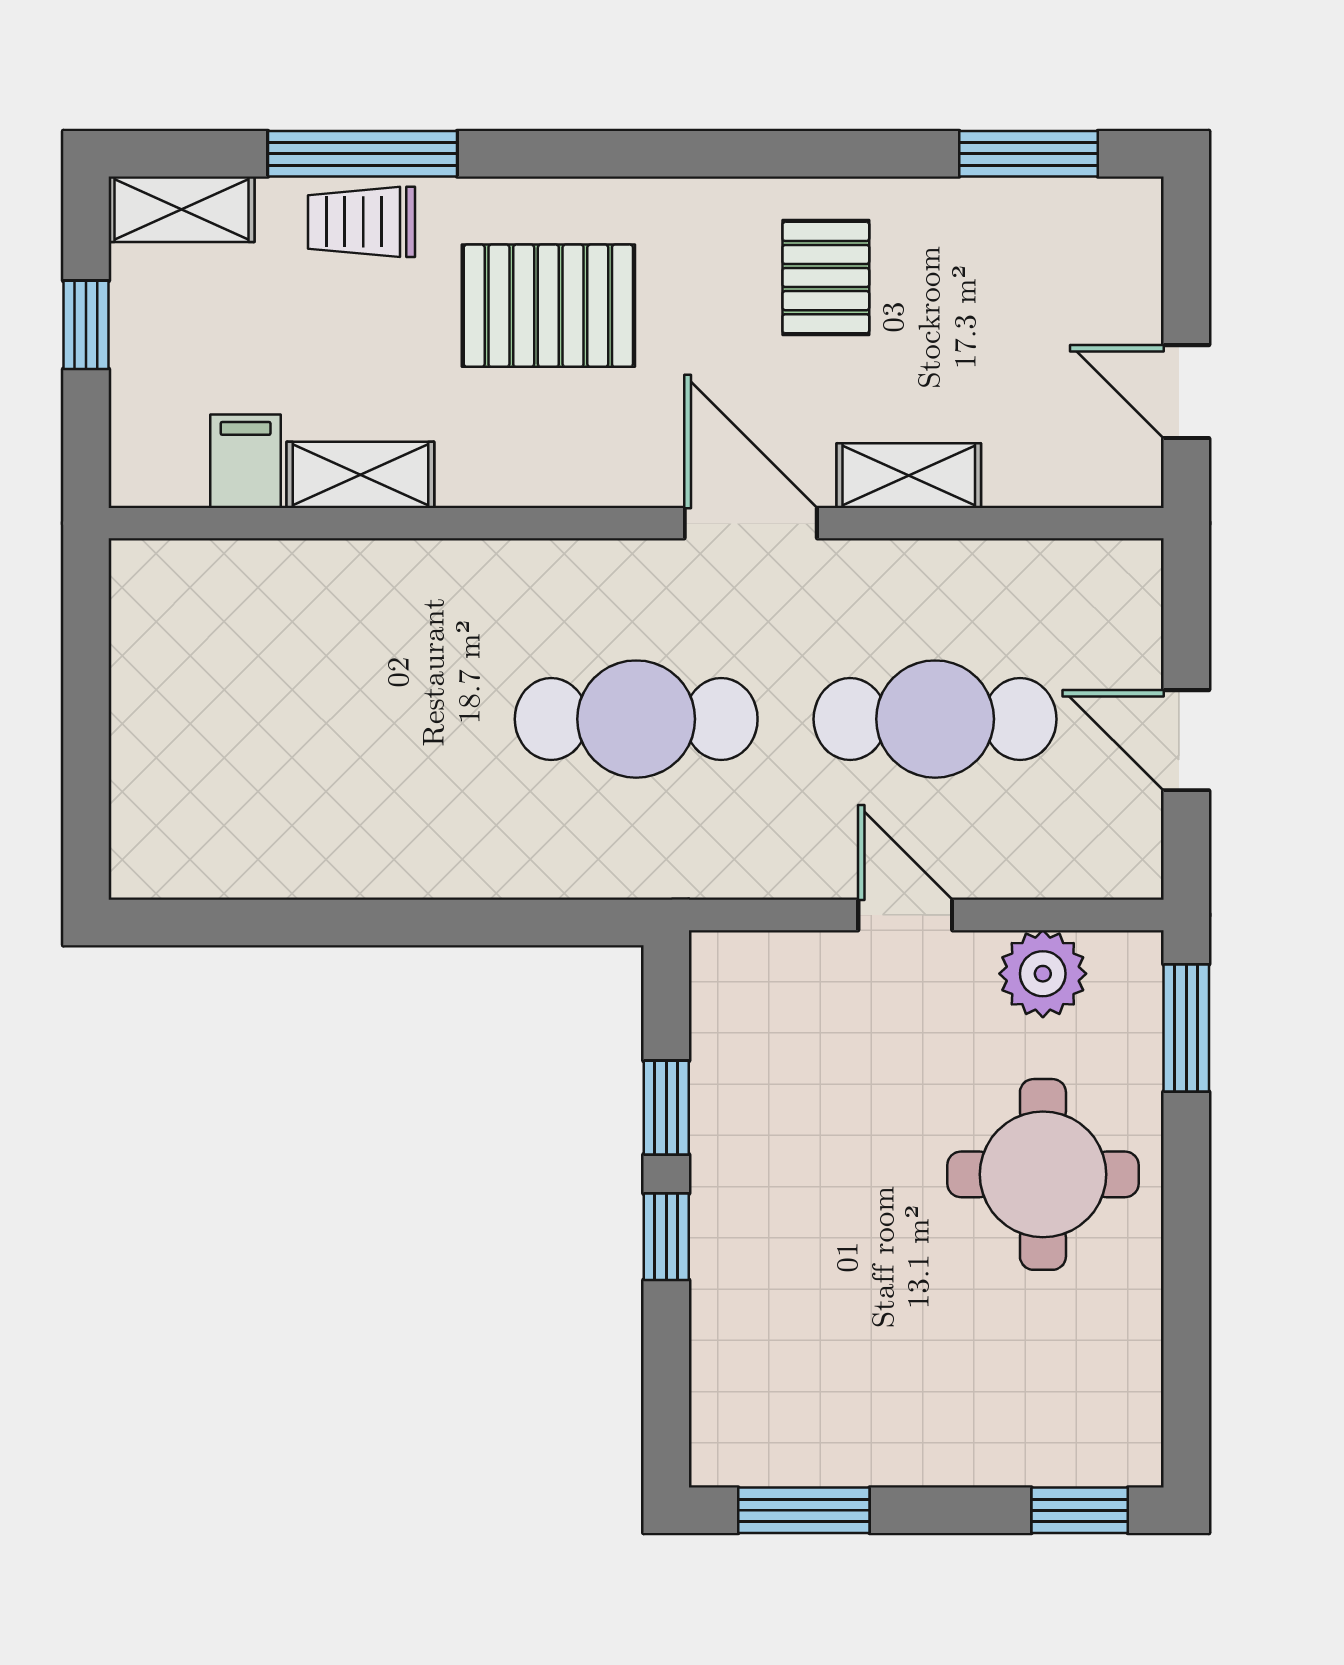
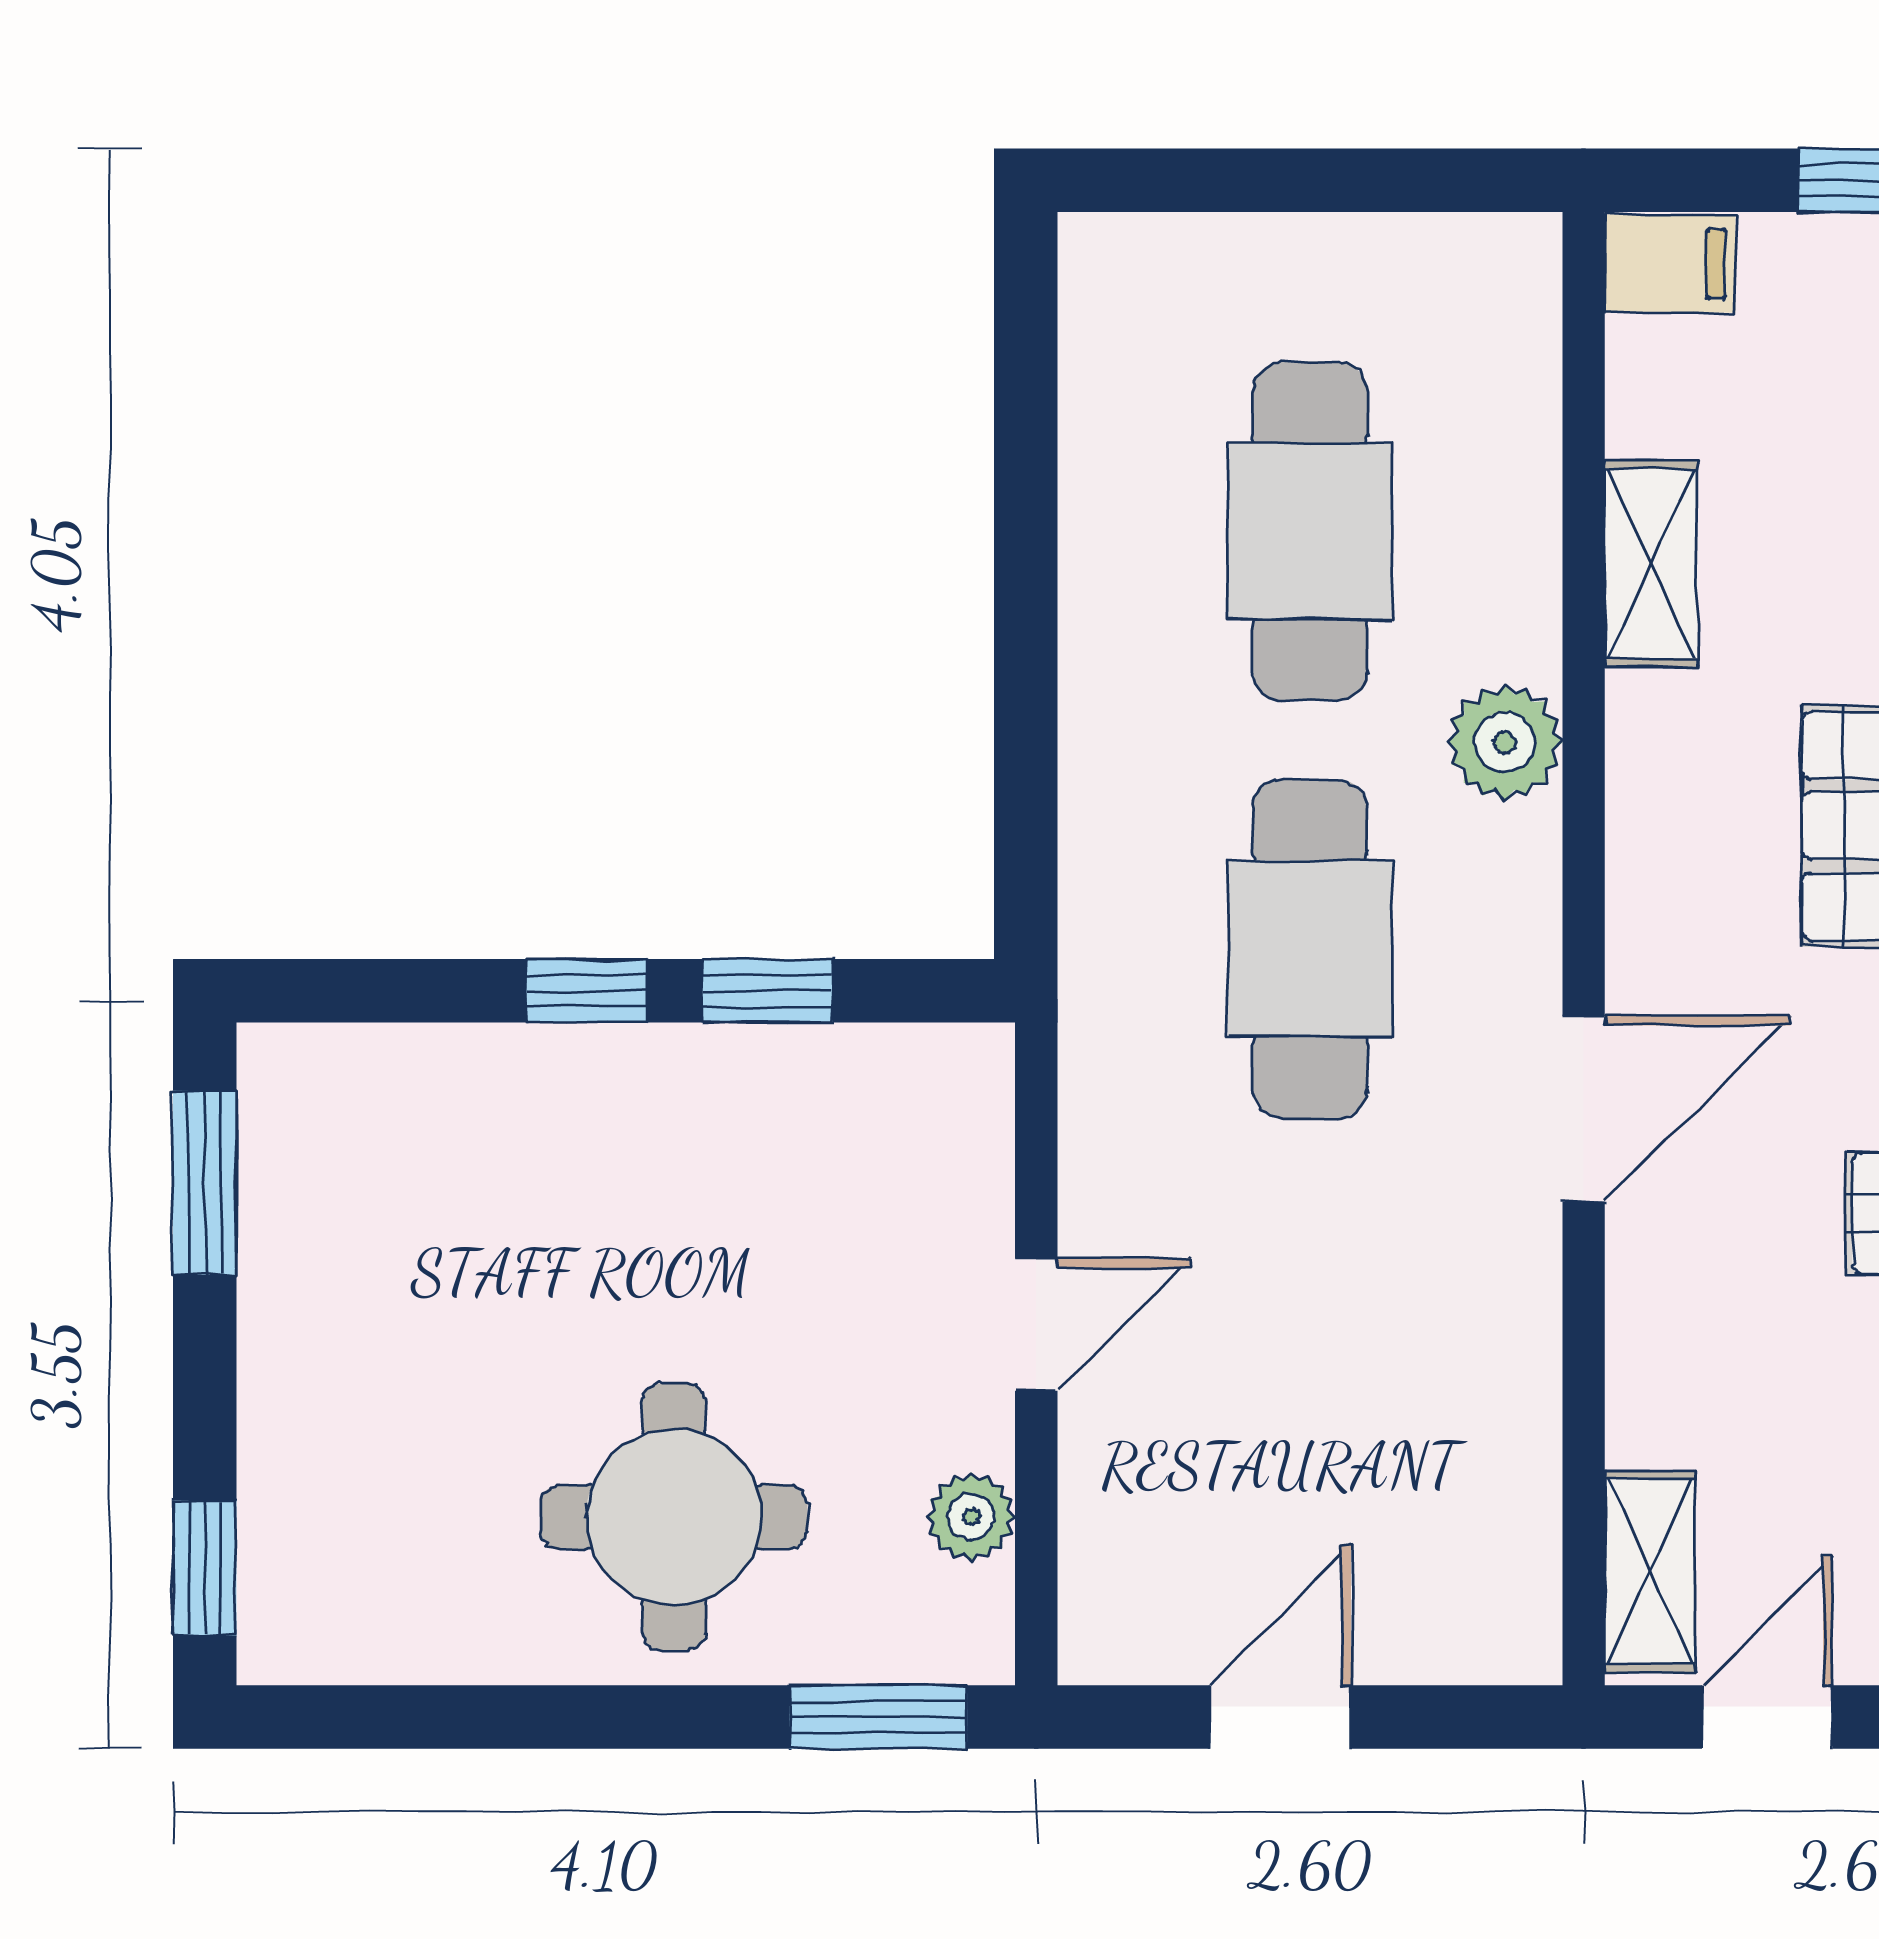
filing cabinet: (246, 461) -> (1670, 264), moved
shelving: (909, 476) -> (1650, 1571), moved
plant: (488, 580) -> (1505, 742), added
cafe table: (935, 719) -> (1310, 531), moved
plant: (1043, 974) -> (971, 1517), width x0.73, depth x0.73

